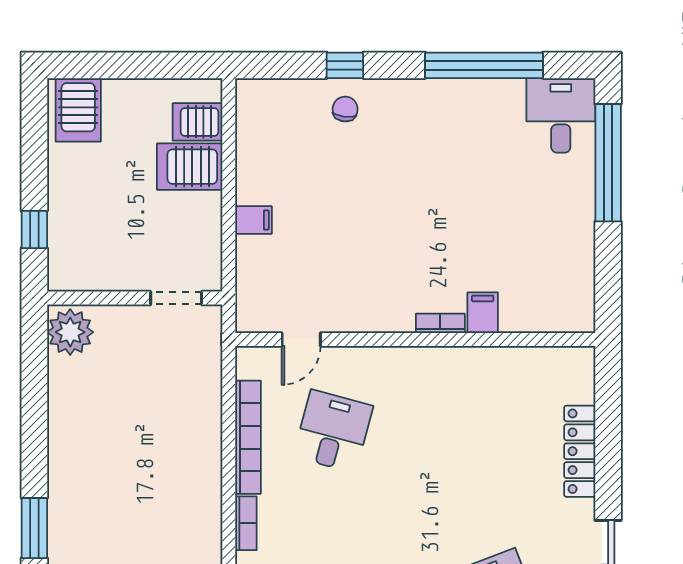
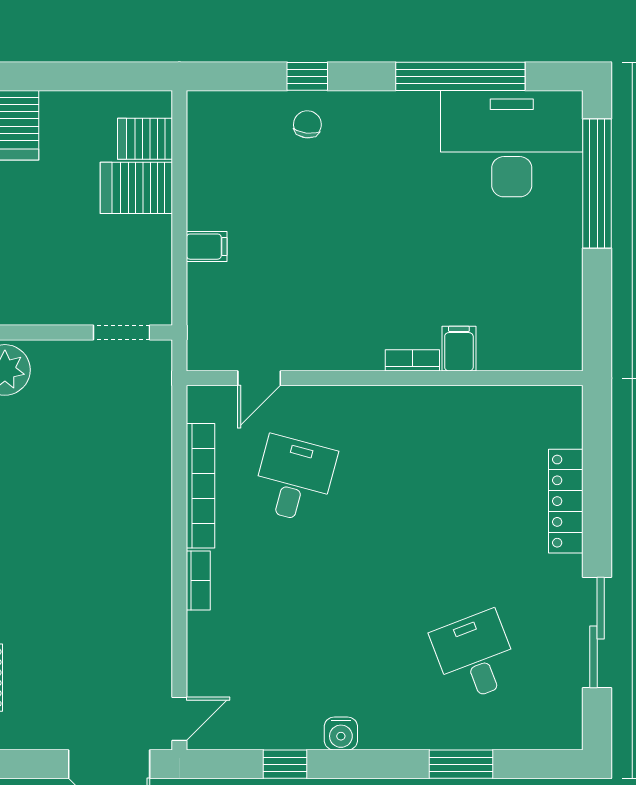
desk: (561, 115) -> (512, 144), width x1.87, depth x1.30

